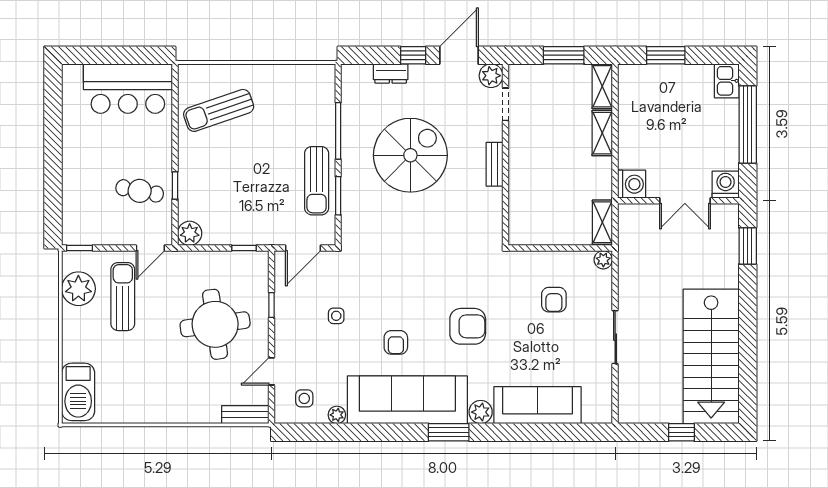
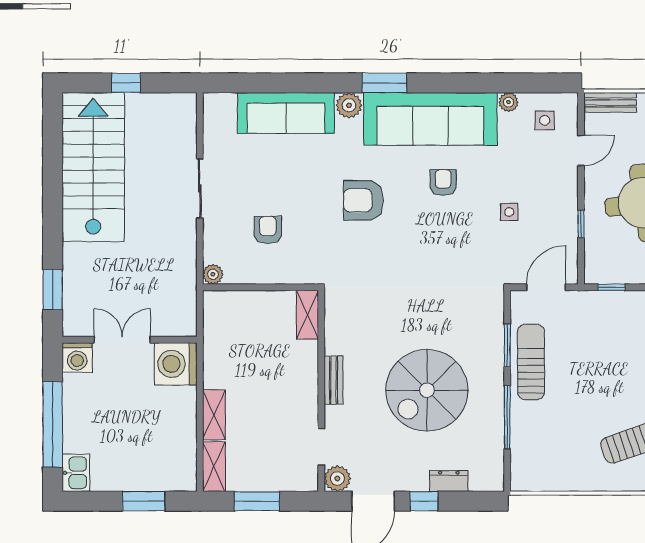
washing machine: (632, 184) -> (176, 364), width x1.37, depth x1.37
shelving: (602, 222) -> (307, 315), moved

